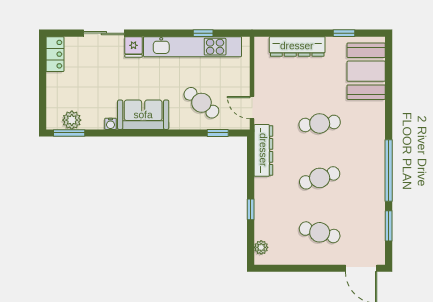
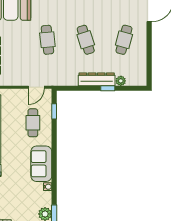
cafe table: (201, 103) -> (33, 123), turned -39
dresser: (263, 150) -> (97, 79), moved
plant: (261, 247) -> (121, 81), moved

